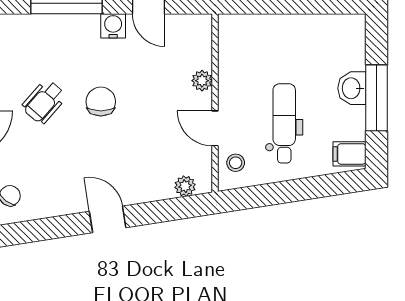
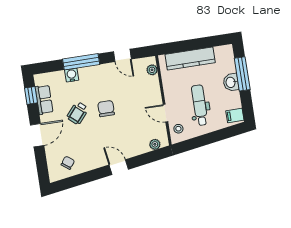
water cooler: (113, 26) -> (72, 75), moved
kitchen counter: (279, 30) -> (190, 59), added
plant: (202, 81) -> (152, 70), moved
window: (376, 98) -> (242, 74), moved

